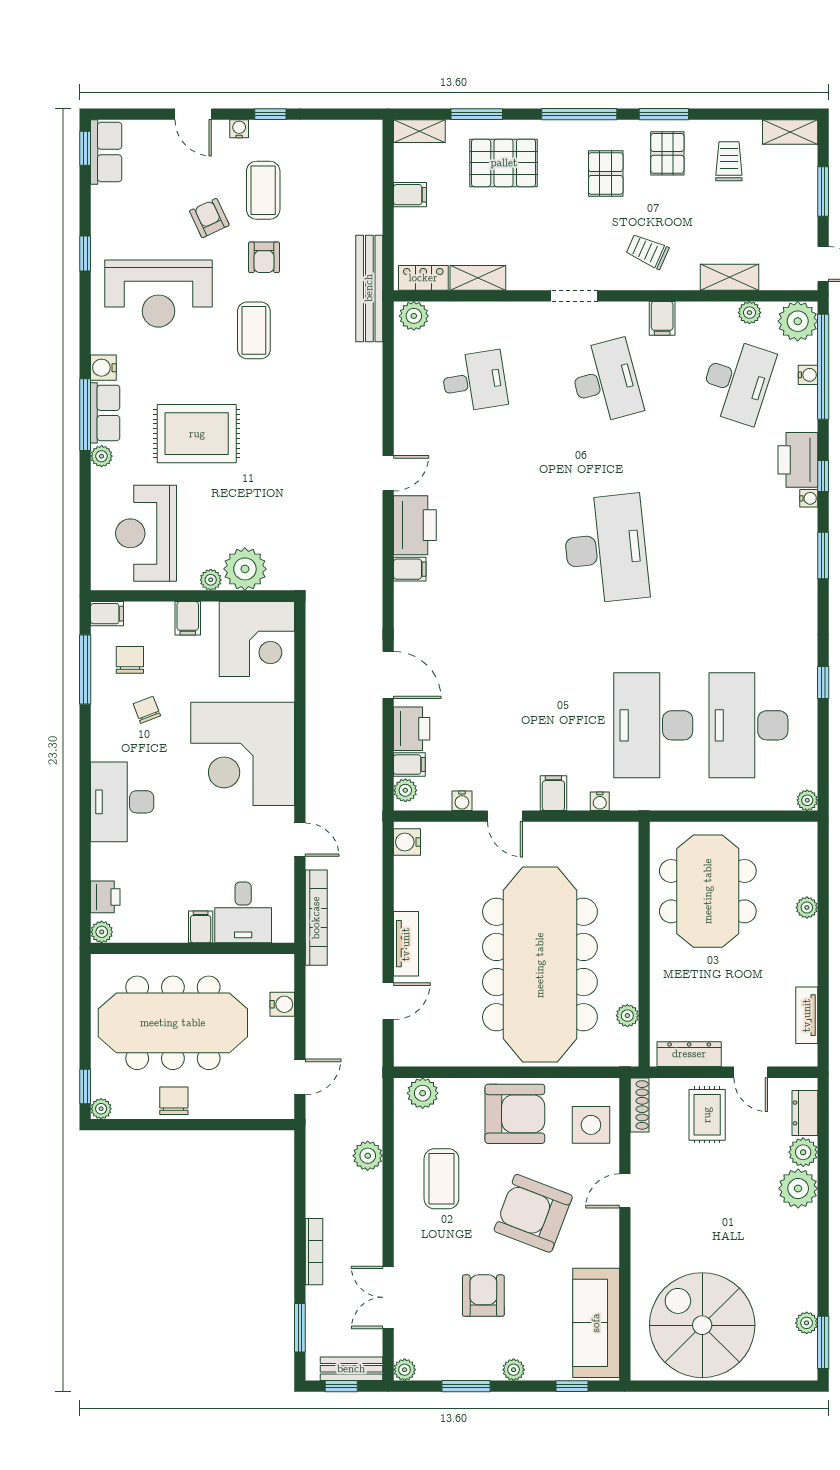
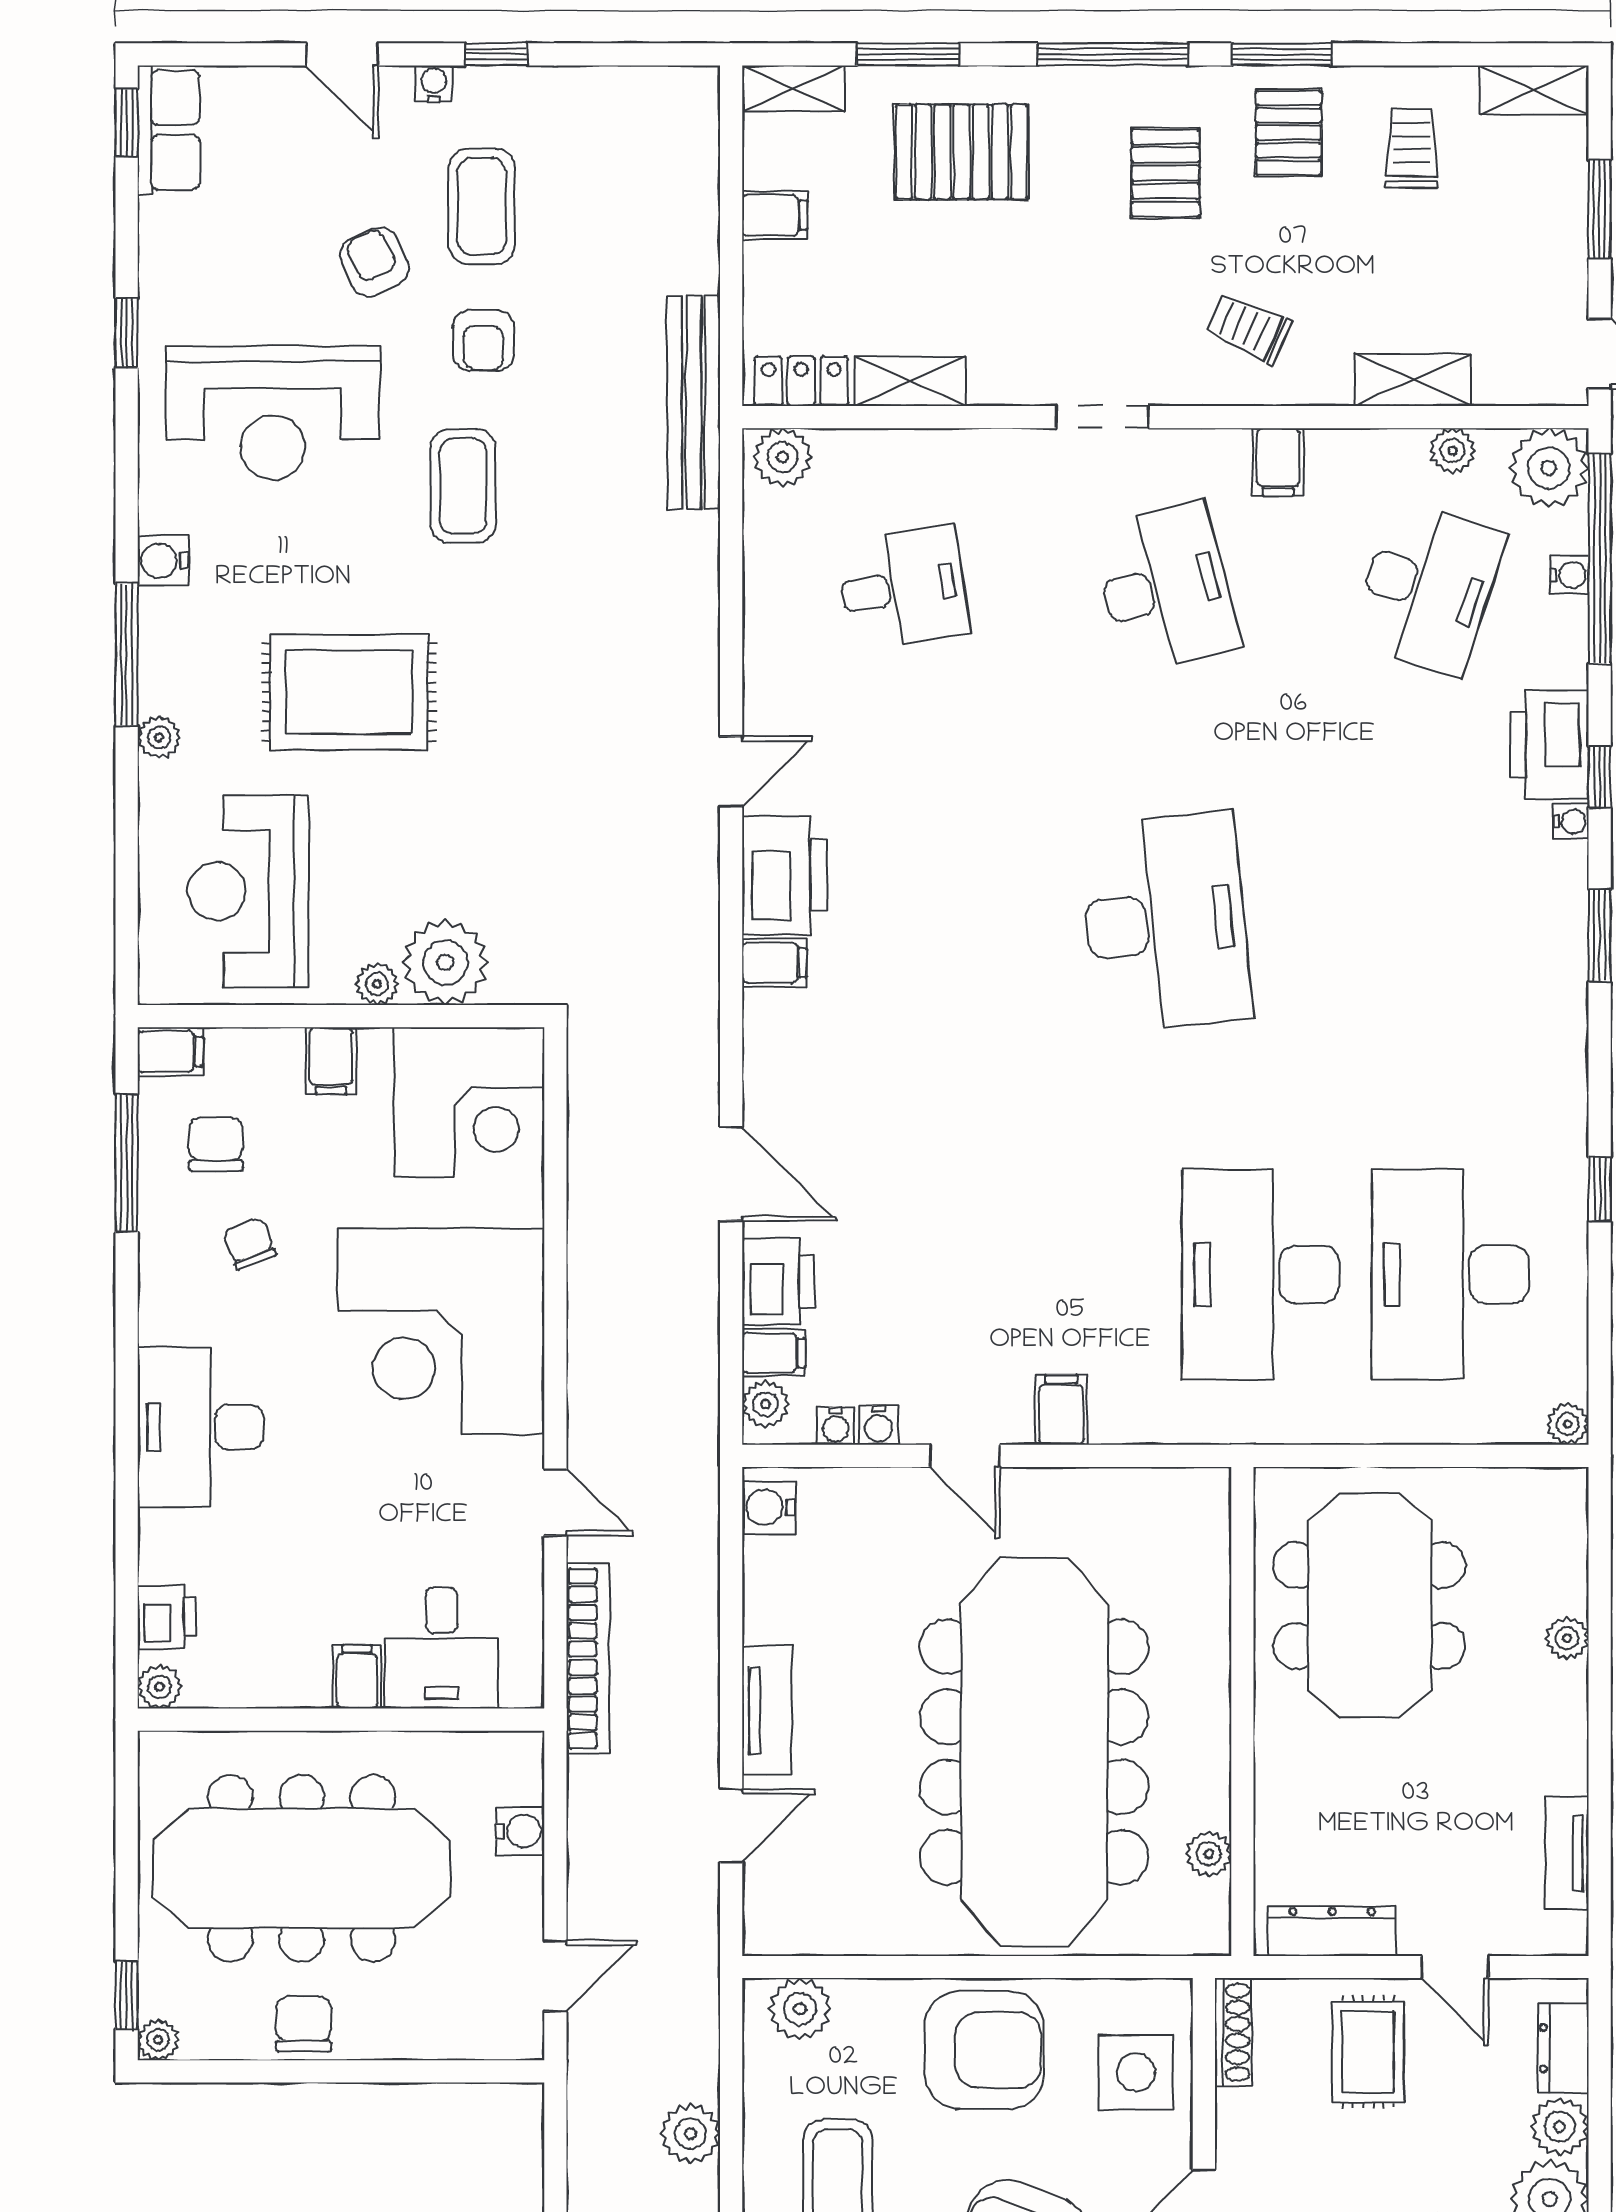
row of seats: (105, 413) -> (166, 651), removed
water cooler: (600, 801) -> (836, 1426), moved

